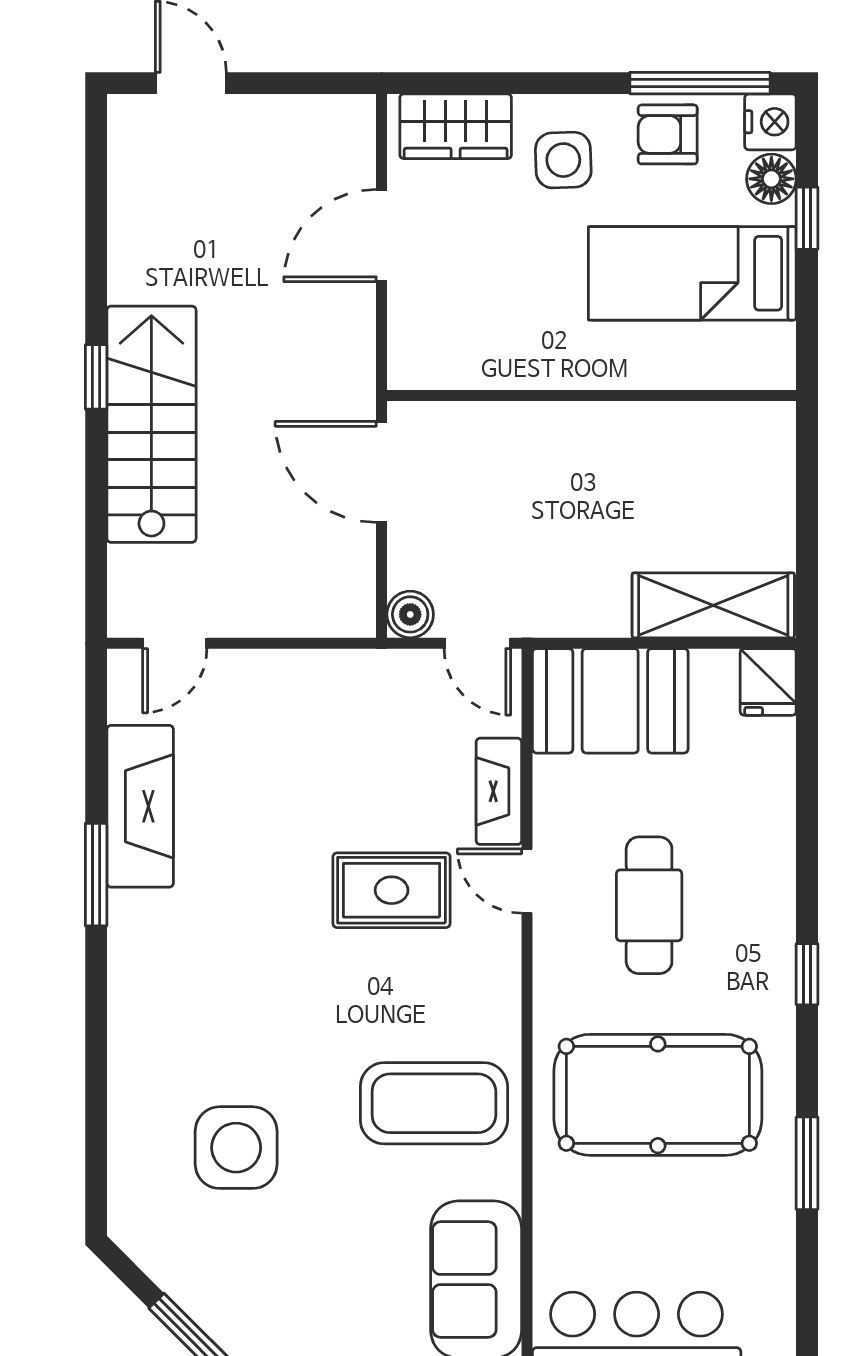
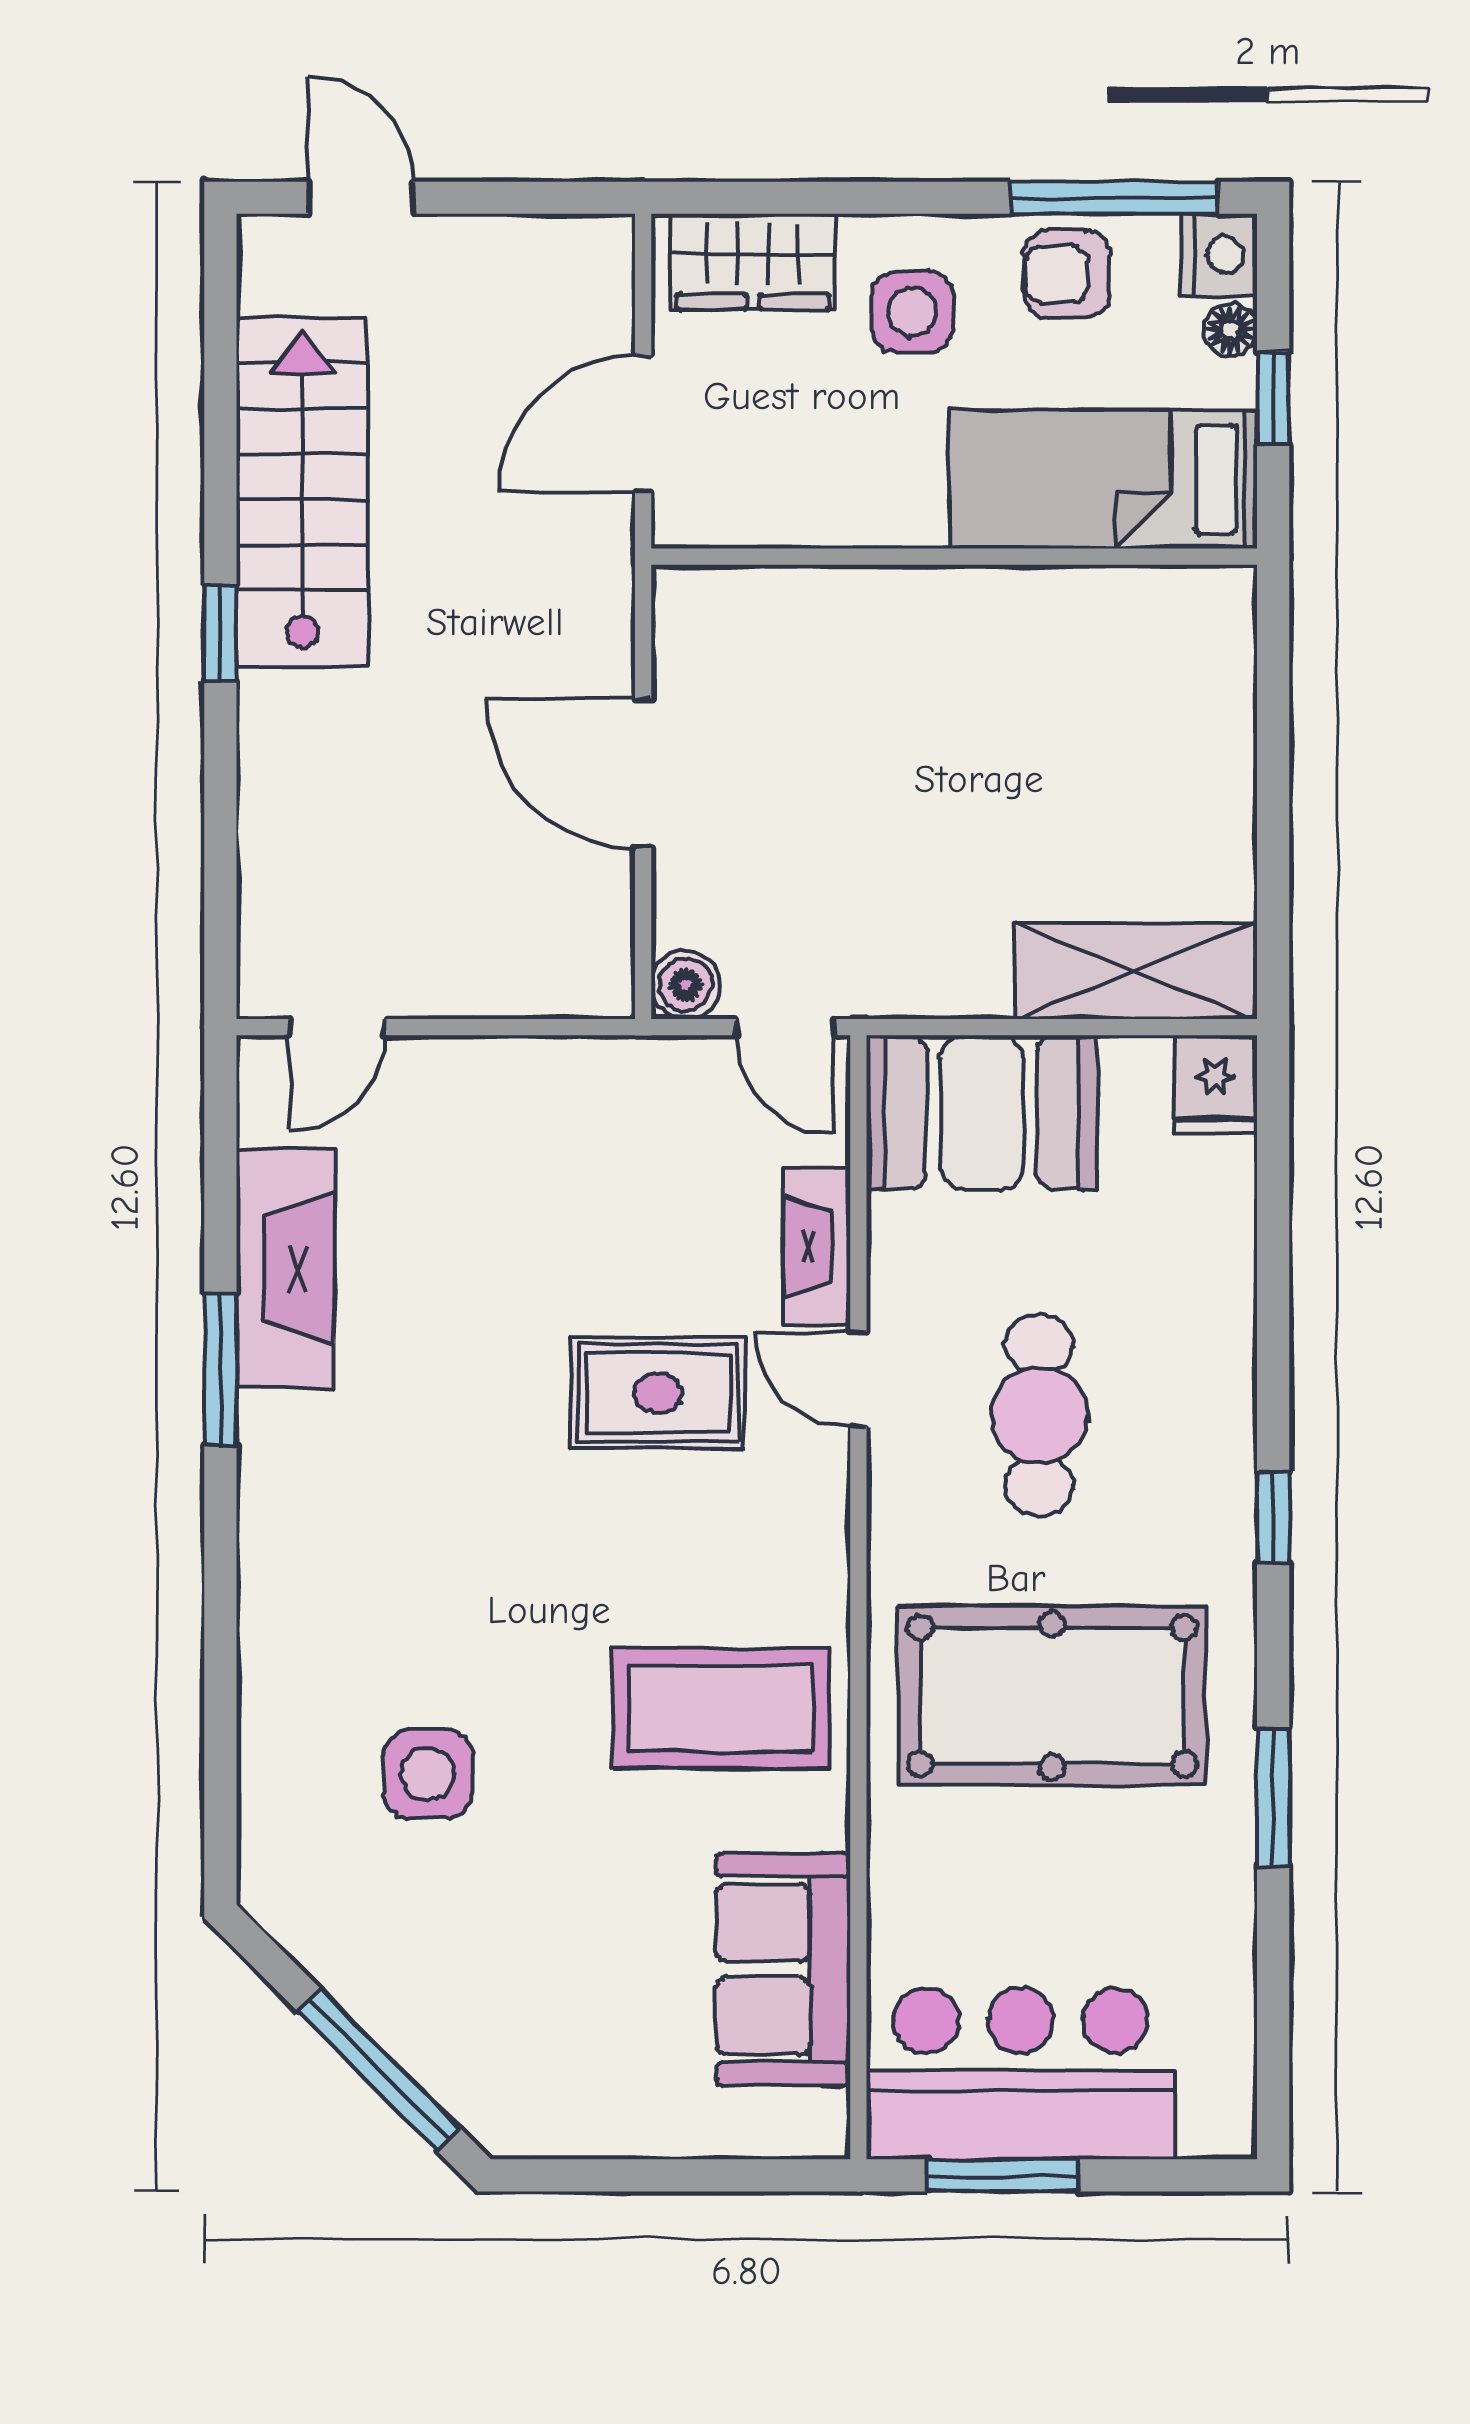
floor lamp: (771, 179) -> (1230, 330), width x0.73, depth x0.73
wall: (592, 395) -> (954, 557), moved
stairs: (151, 424) -> (302, 492), moved
side table: (236, 1148) -> (428, 1774), width x0.73, depth x0.73

